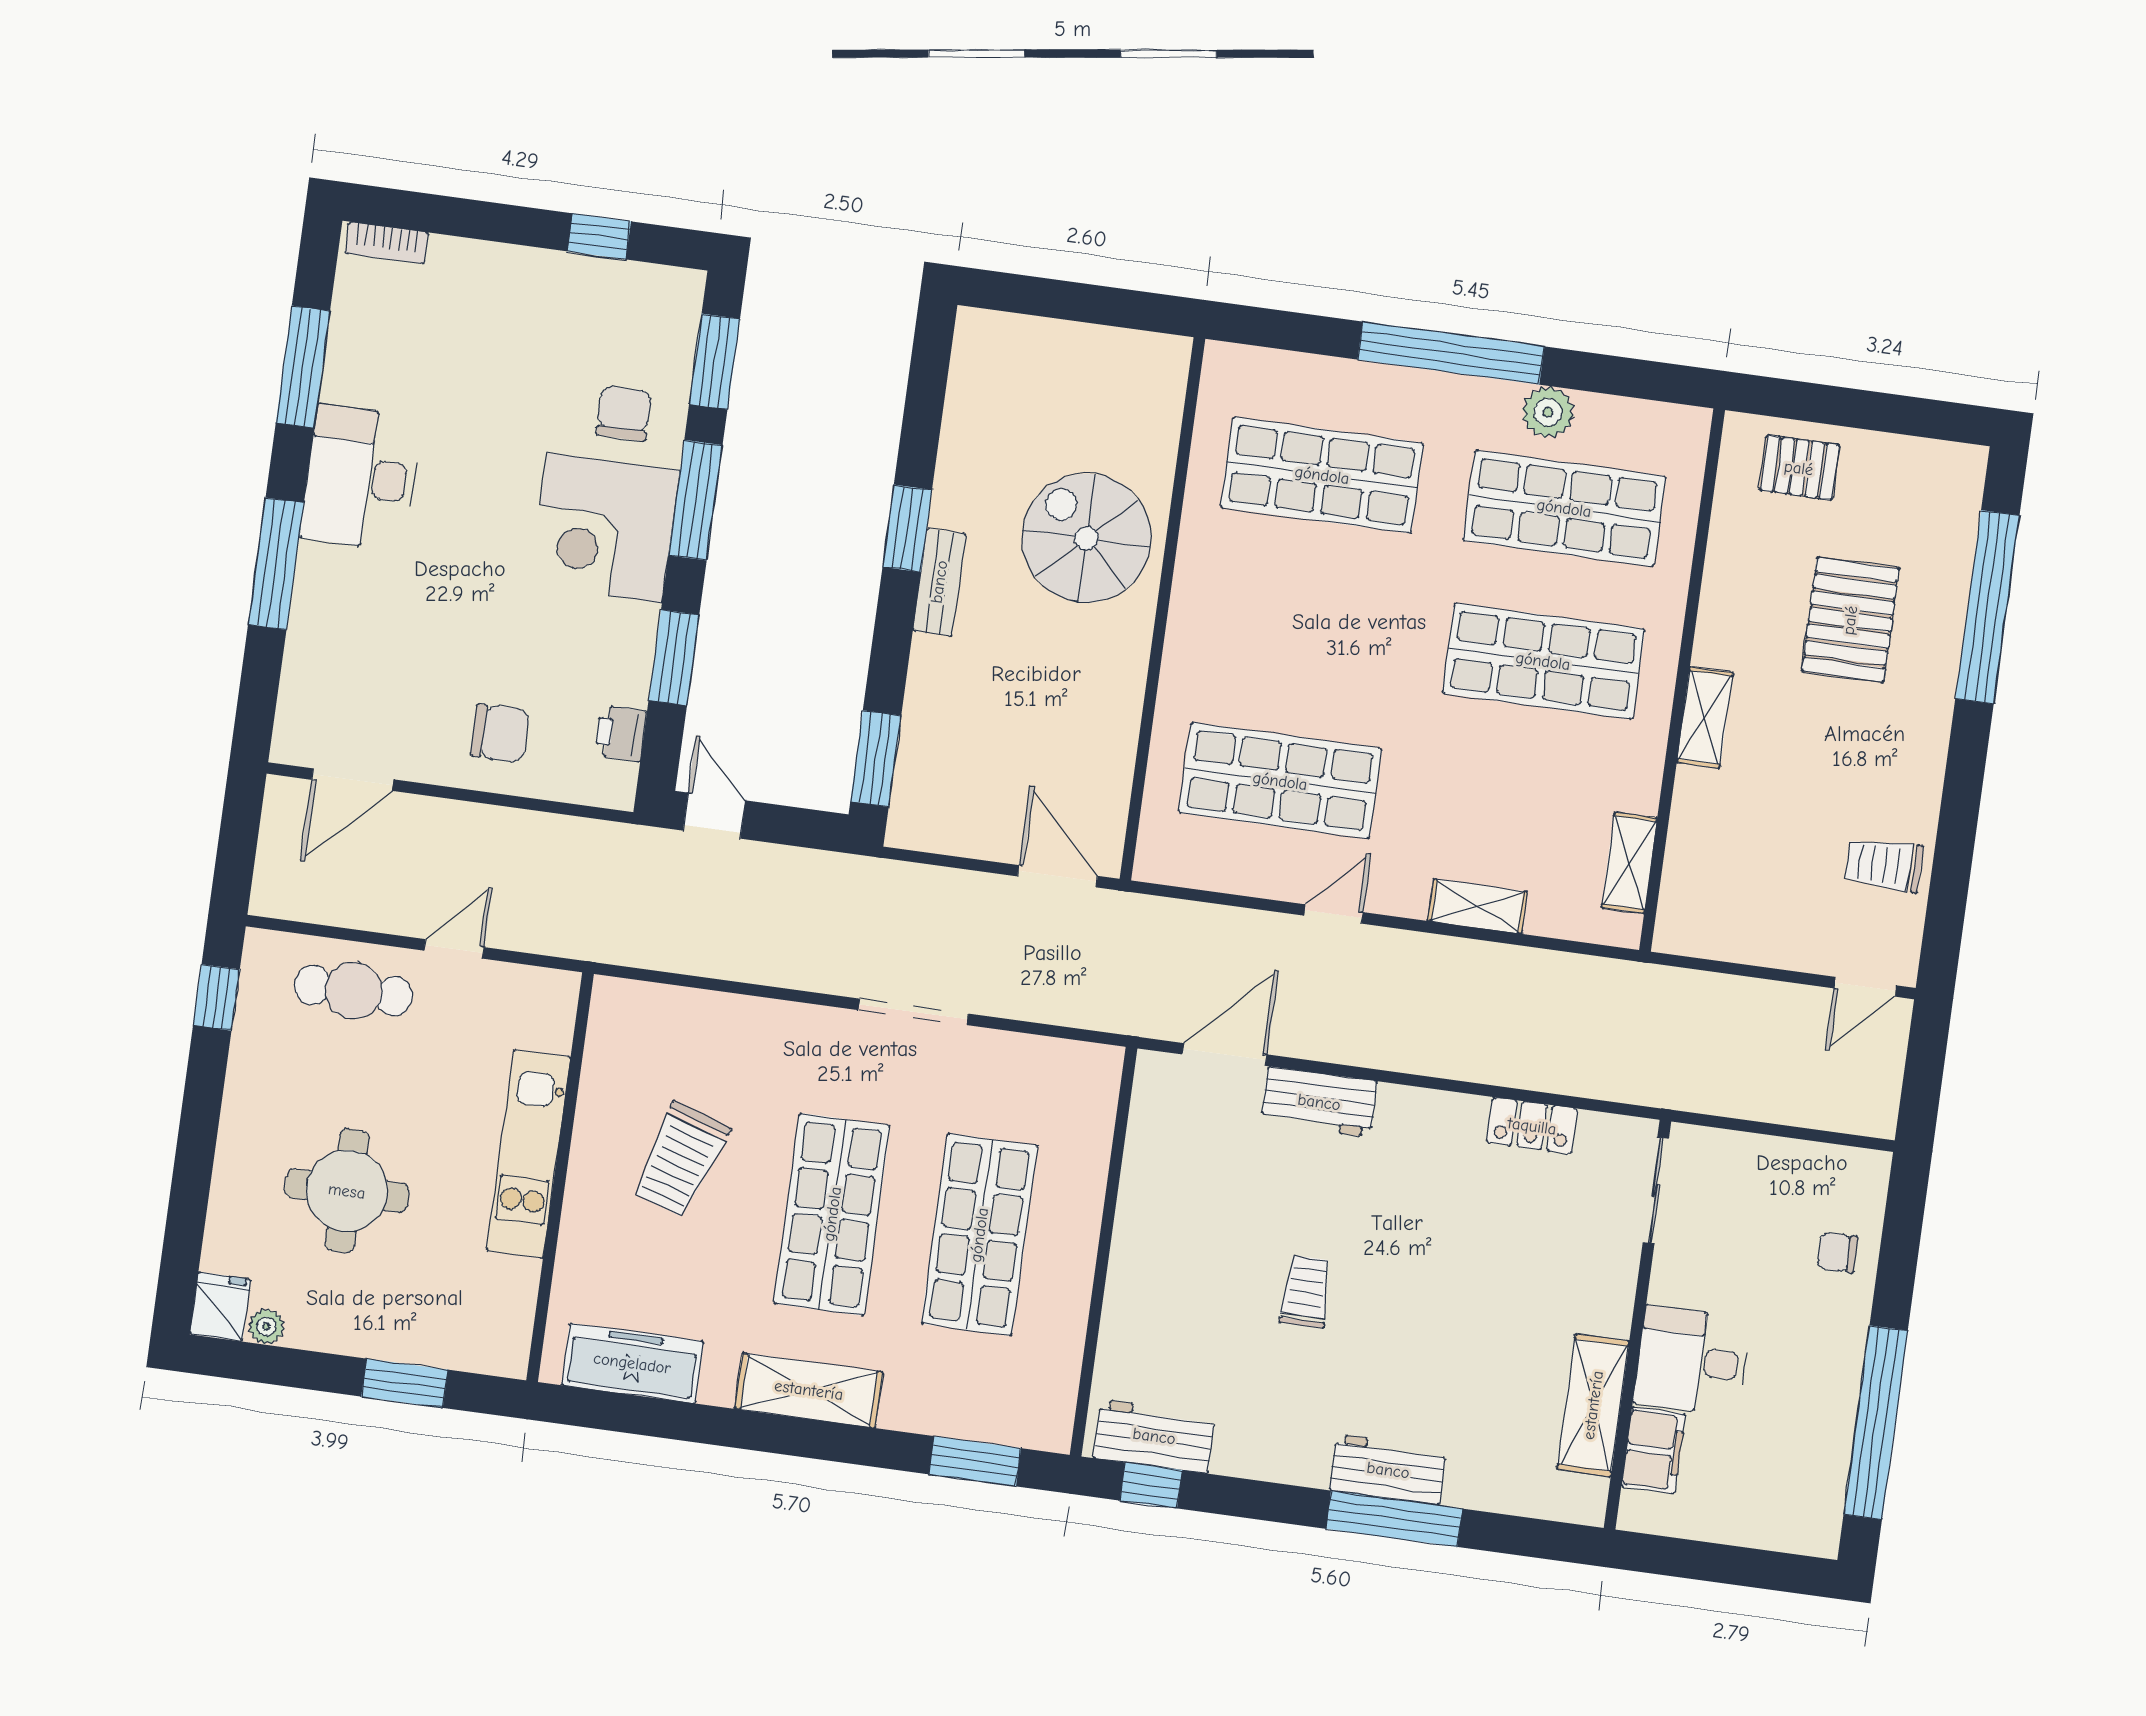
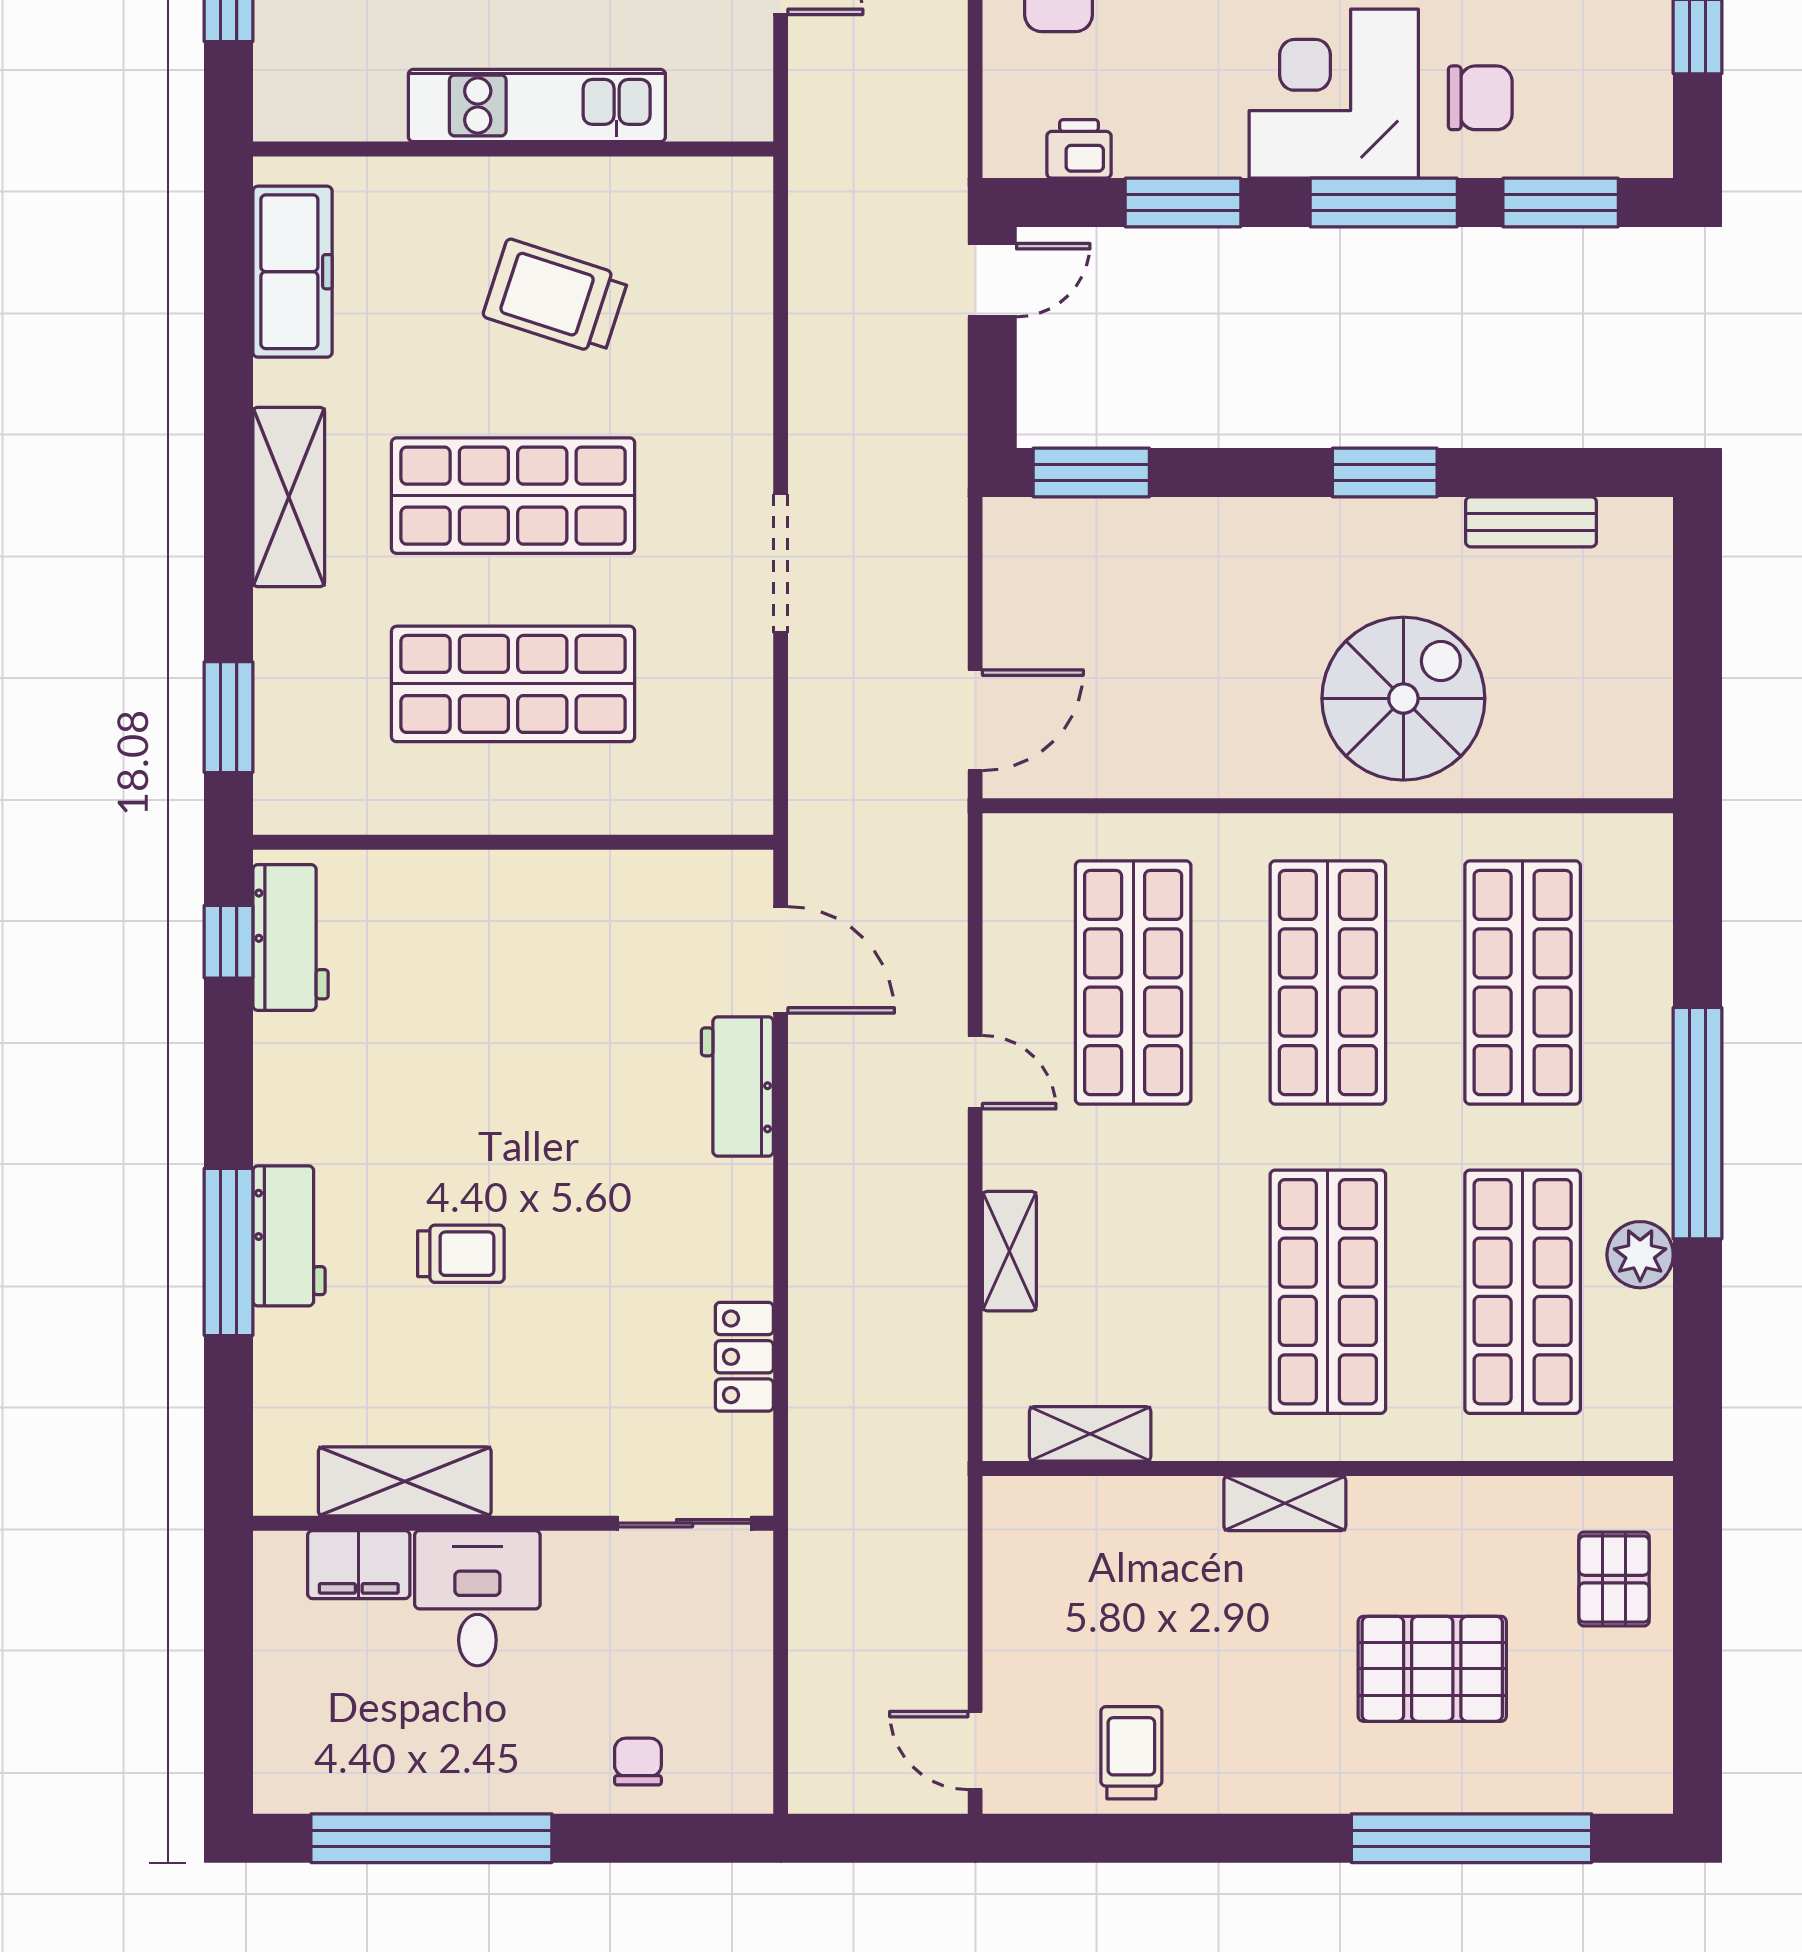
bench: (939, 582) -> (1531, 522), moved
shop shelf: (1301, 628) -> (1328, 983), added
trolley: (1306, 1292) -> (461, 1254), moved

